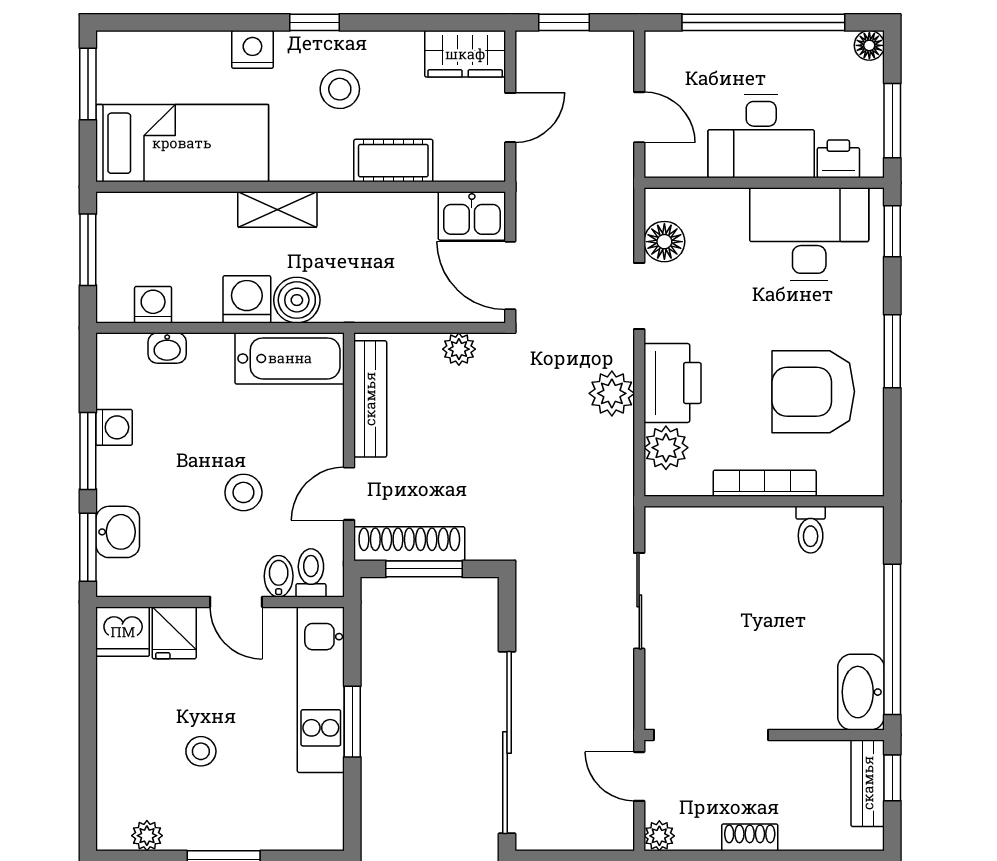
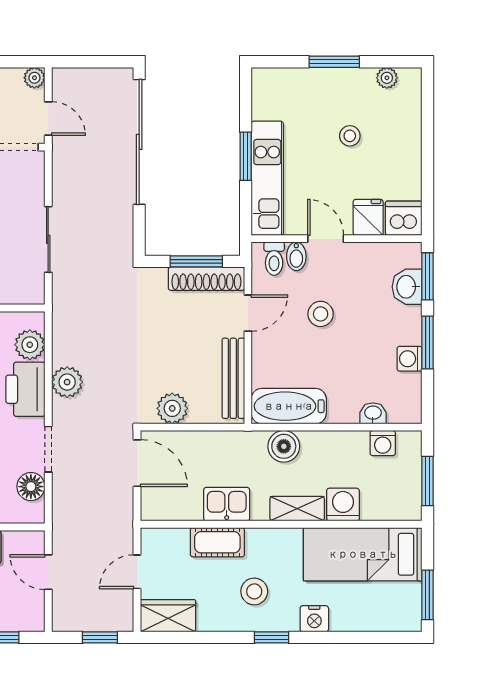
kitchen sink: (472, 216) -> (227, 504), moved
washing machine: (247, 299) -> (343, 505), moved, turned 180
plant: (459, 349) -> (172, 408), width x1.38, depth x1.38

